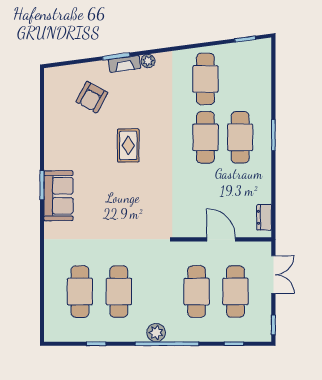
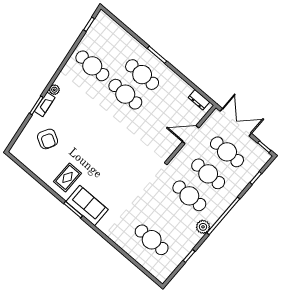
rug: (128, 145) -> (68, 177), moved, turned 90
double door: (273, 275) -> (236, 122), width x1.37
cafe table: (119, 292) -> (189, 196), moved
plant: (156, 333) -> (203, 227), moved

